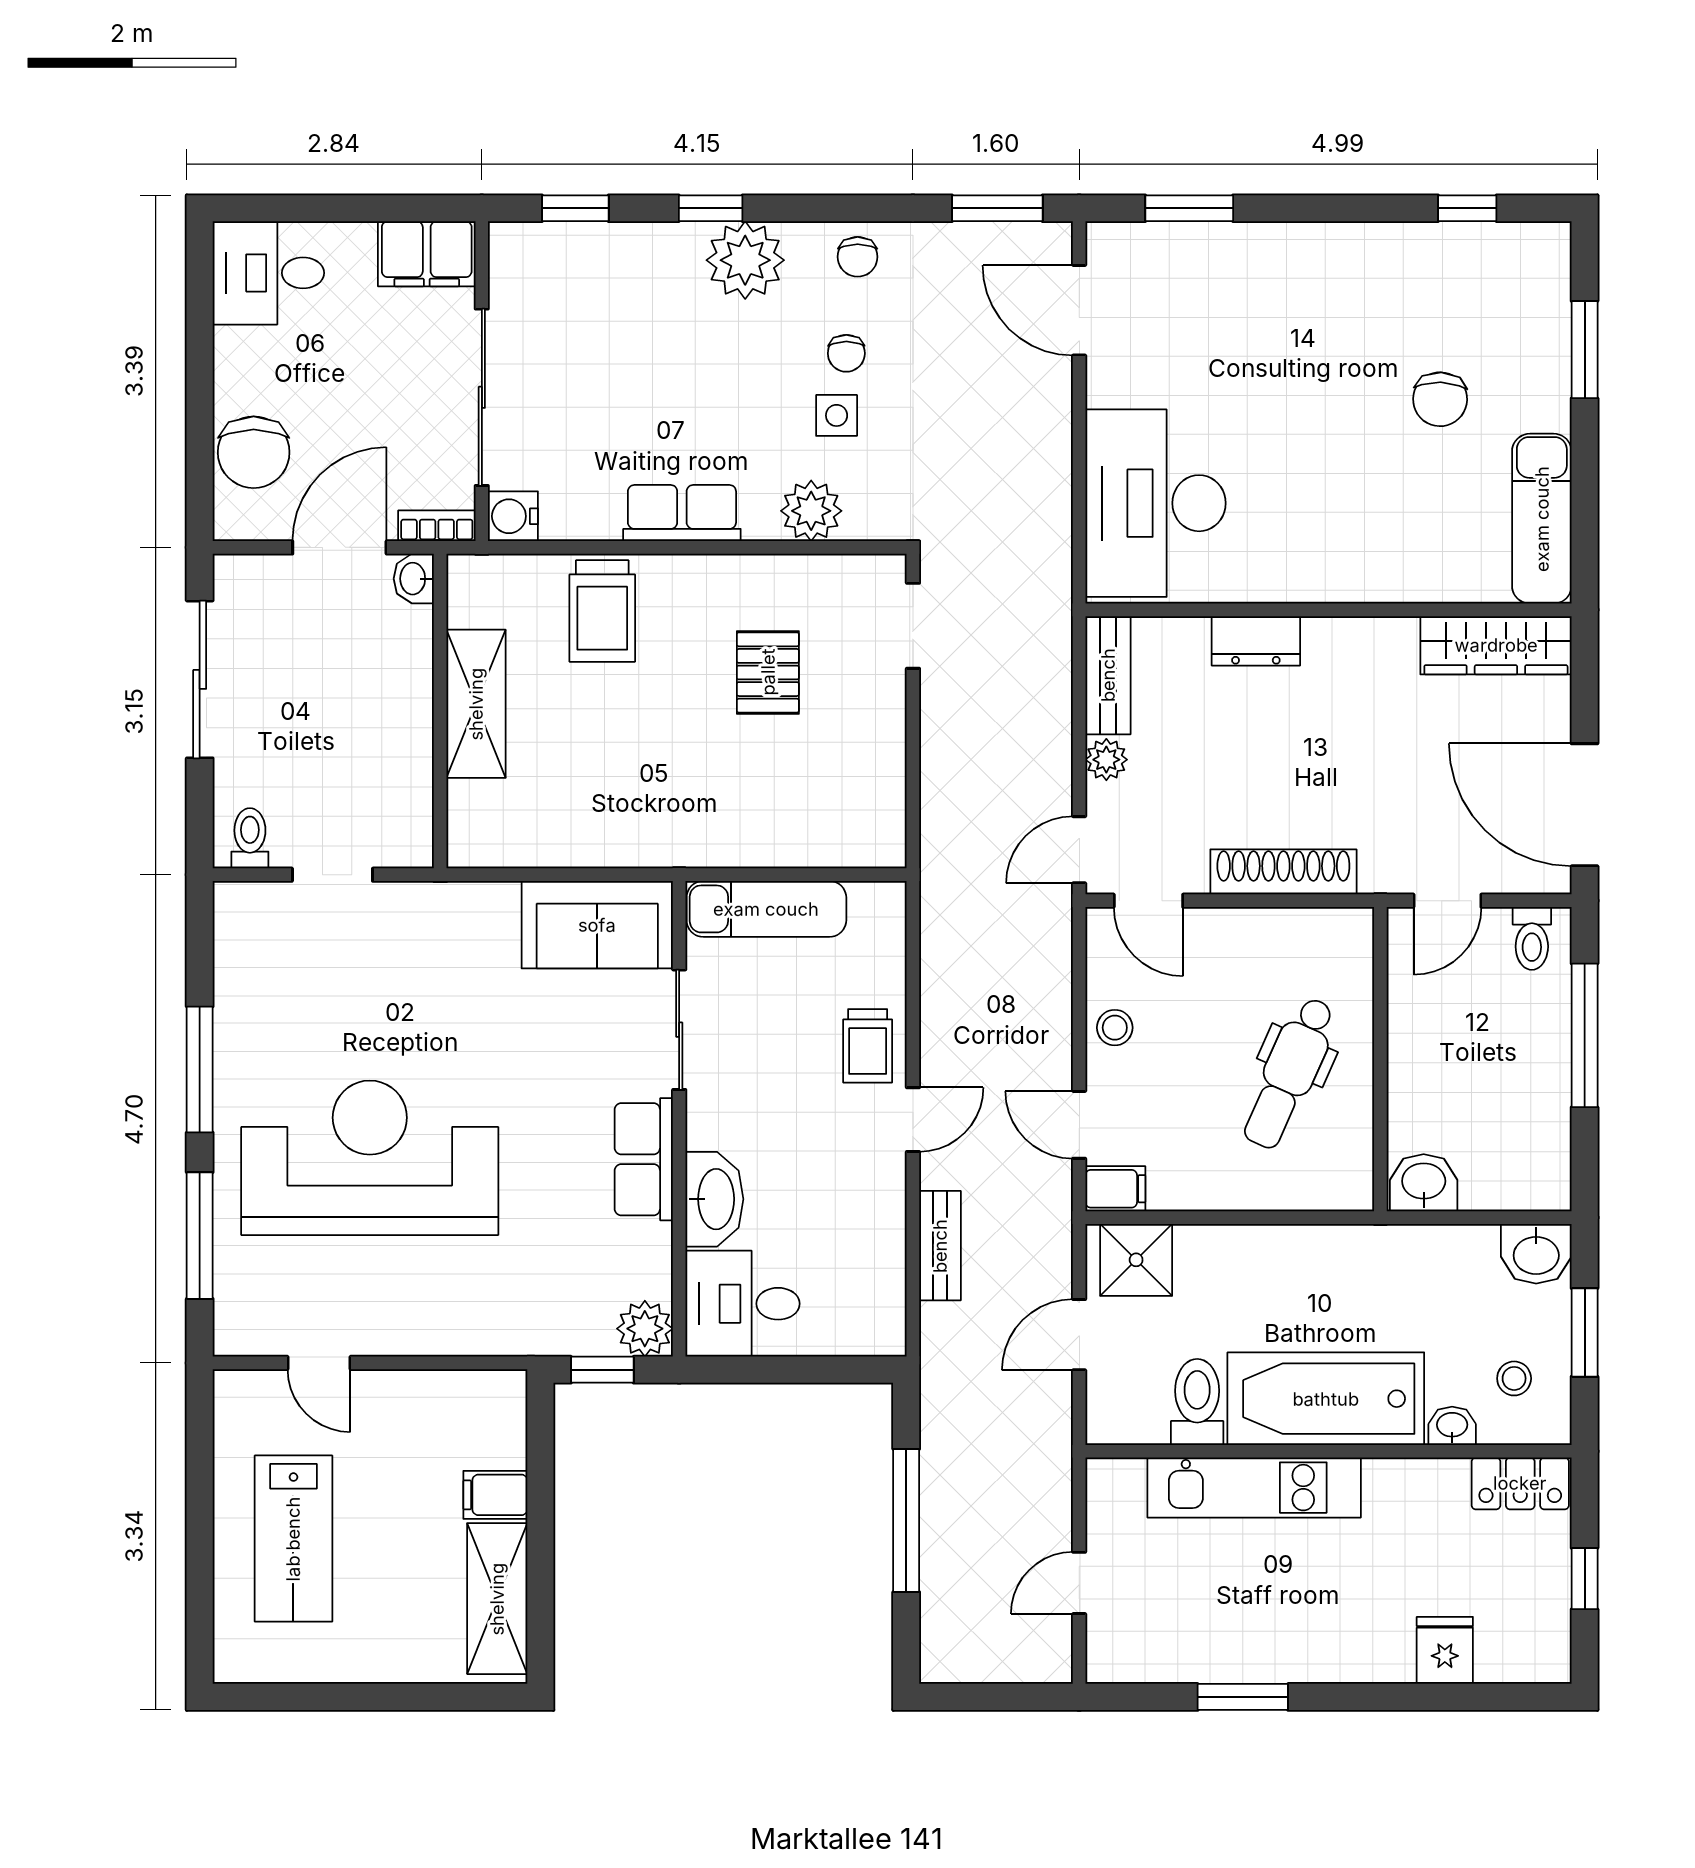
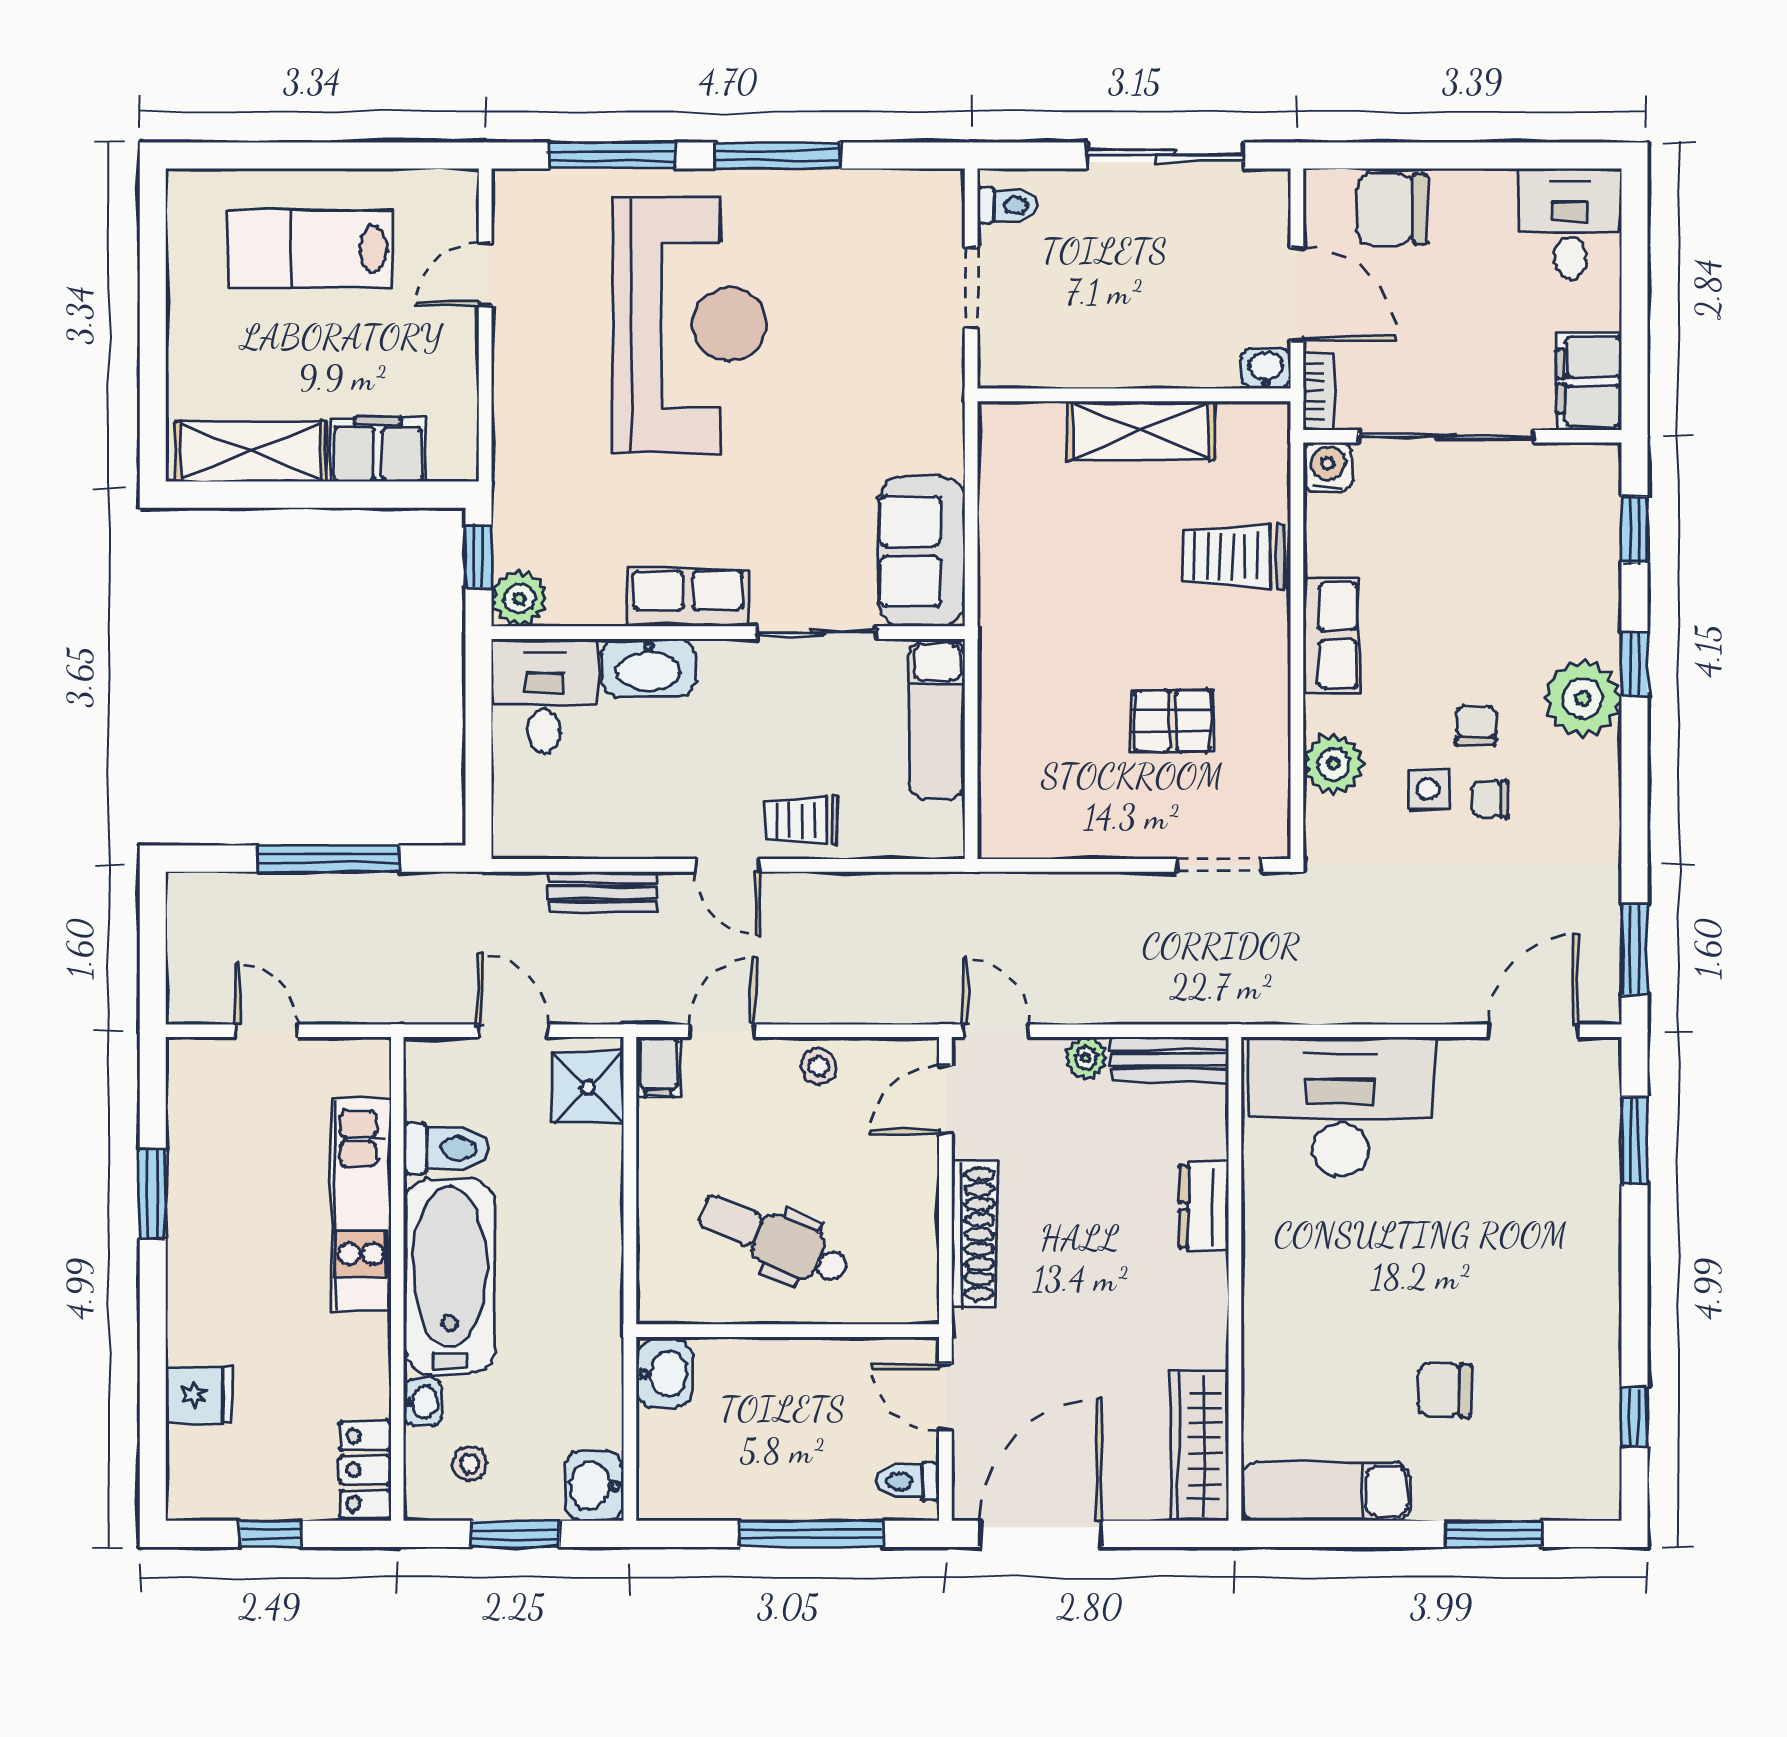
chair: (858, 257) -> (1476, 726), moved, turned 90
filing cabinet: (495, 1495) -> (378, 450), width x2.00

